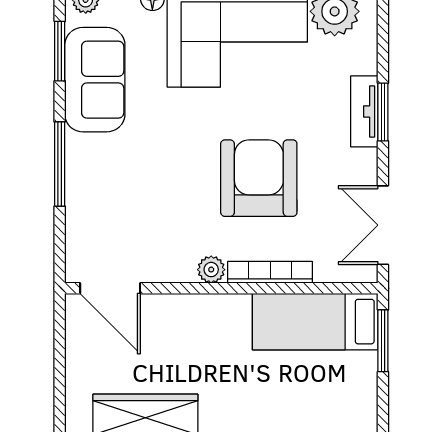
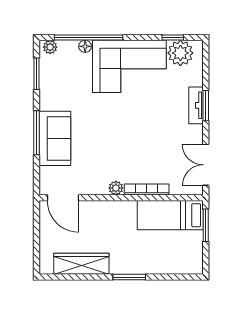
sofa: (95, 80) -> (55, 138), moved
armchair: (259, 178) -> (141, 140), removed

